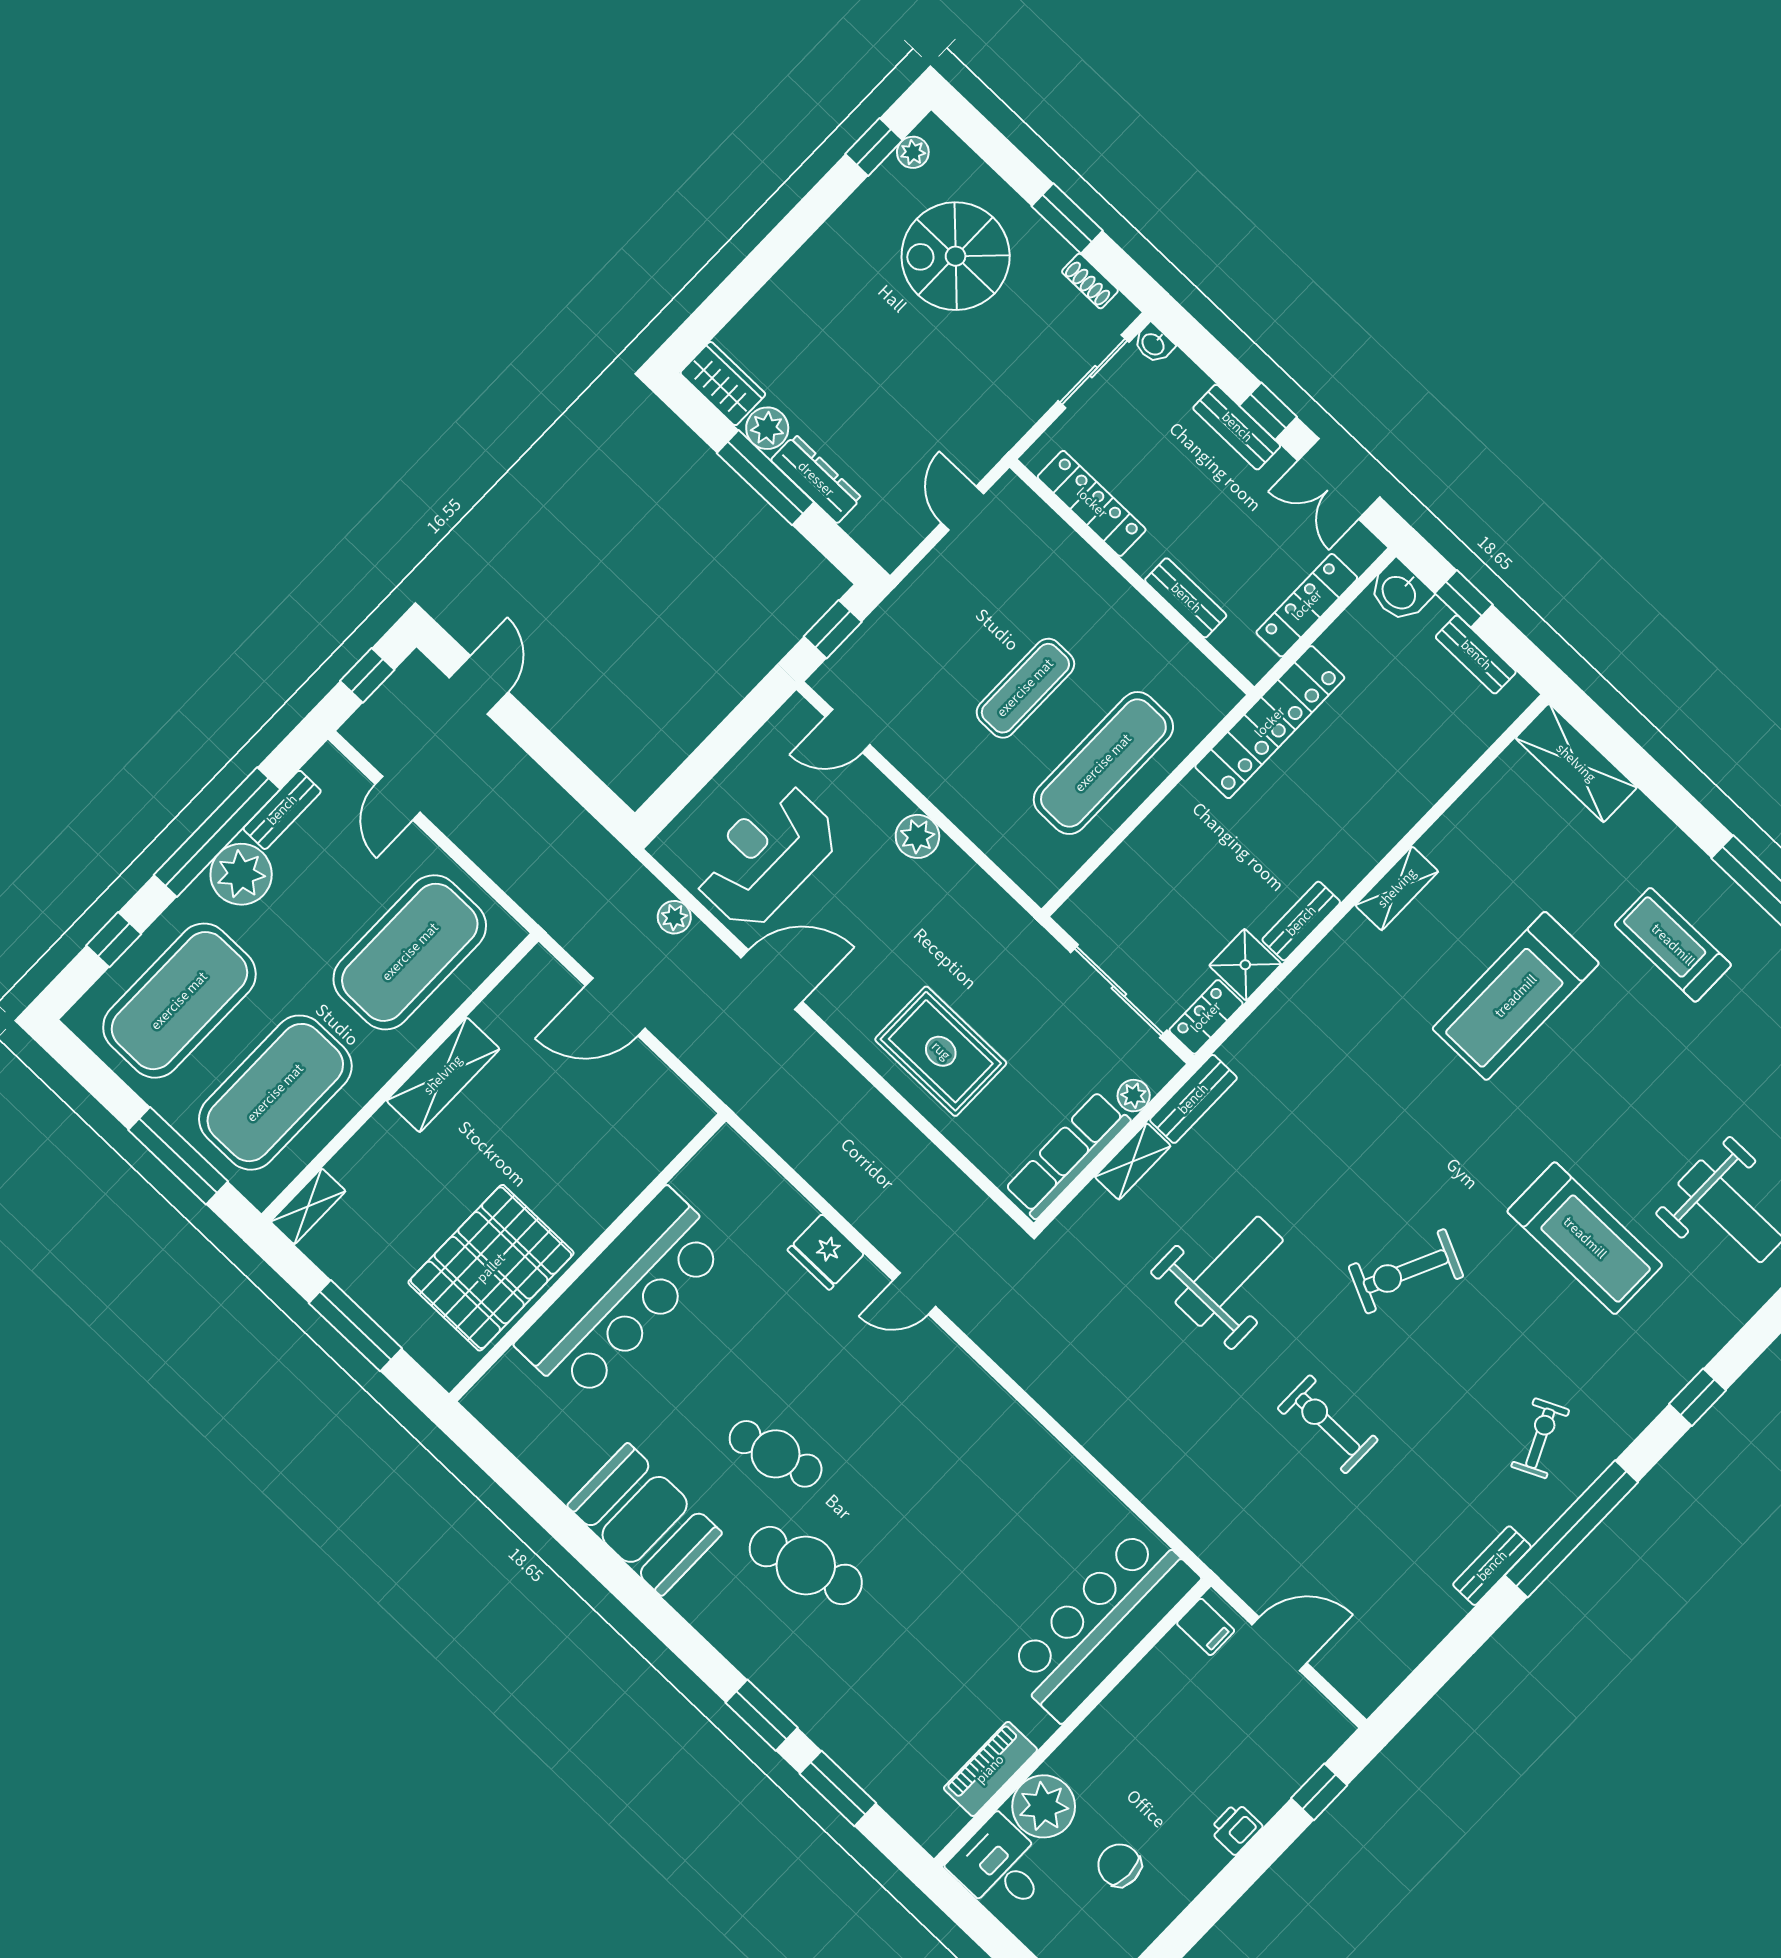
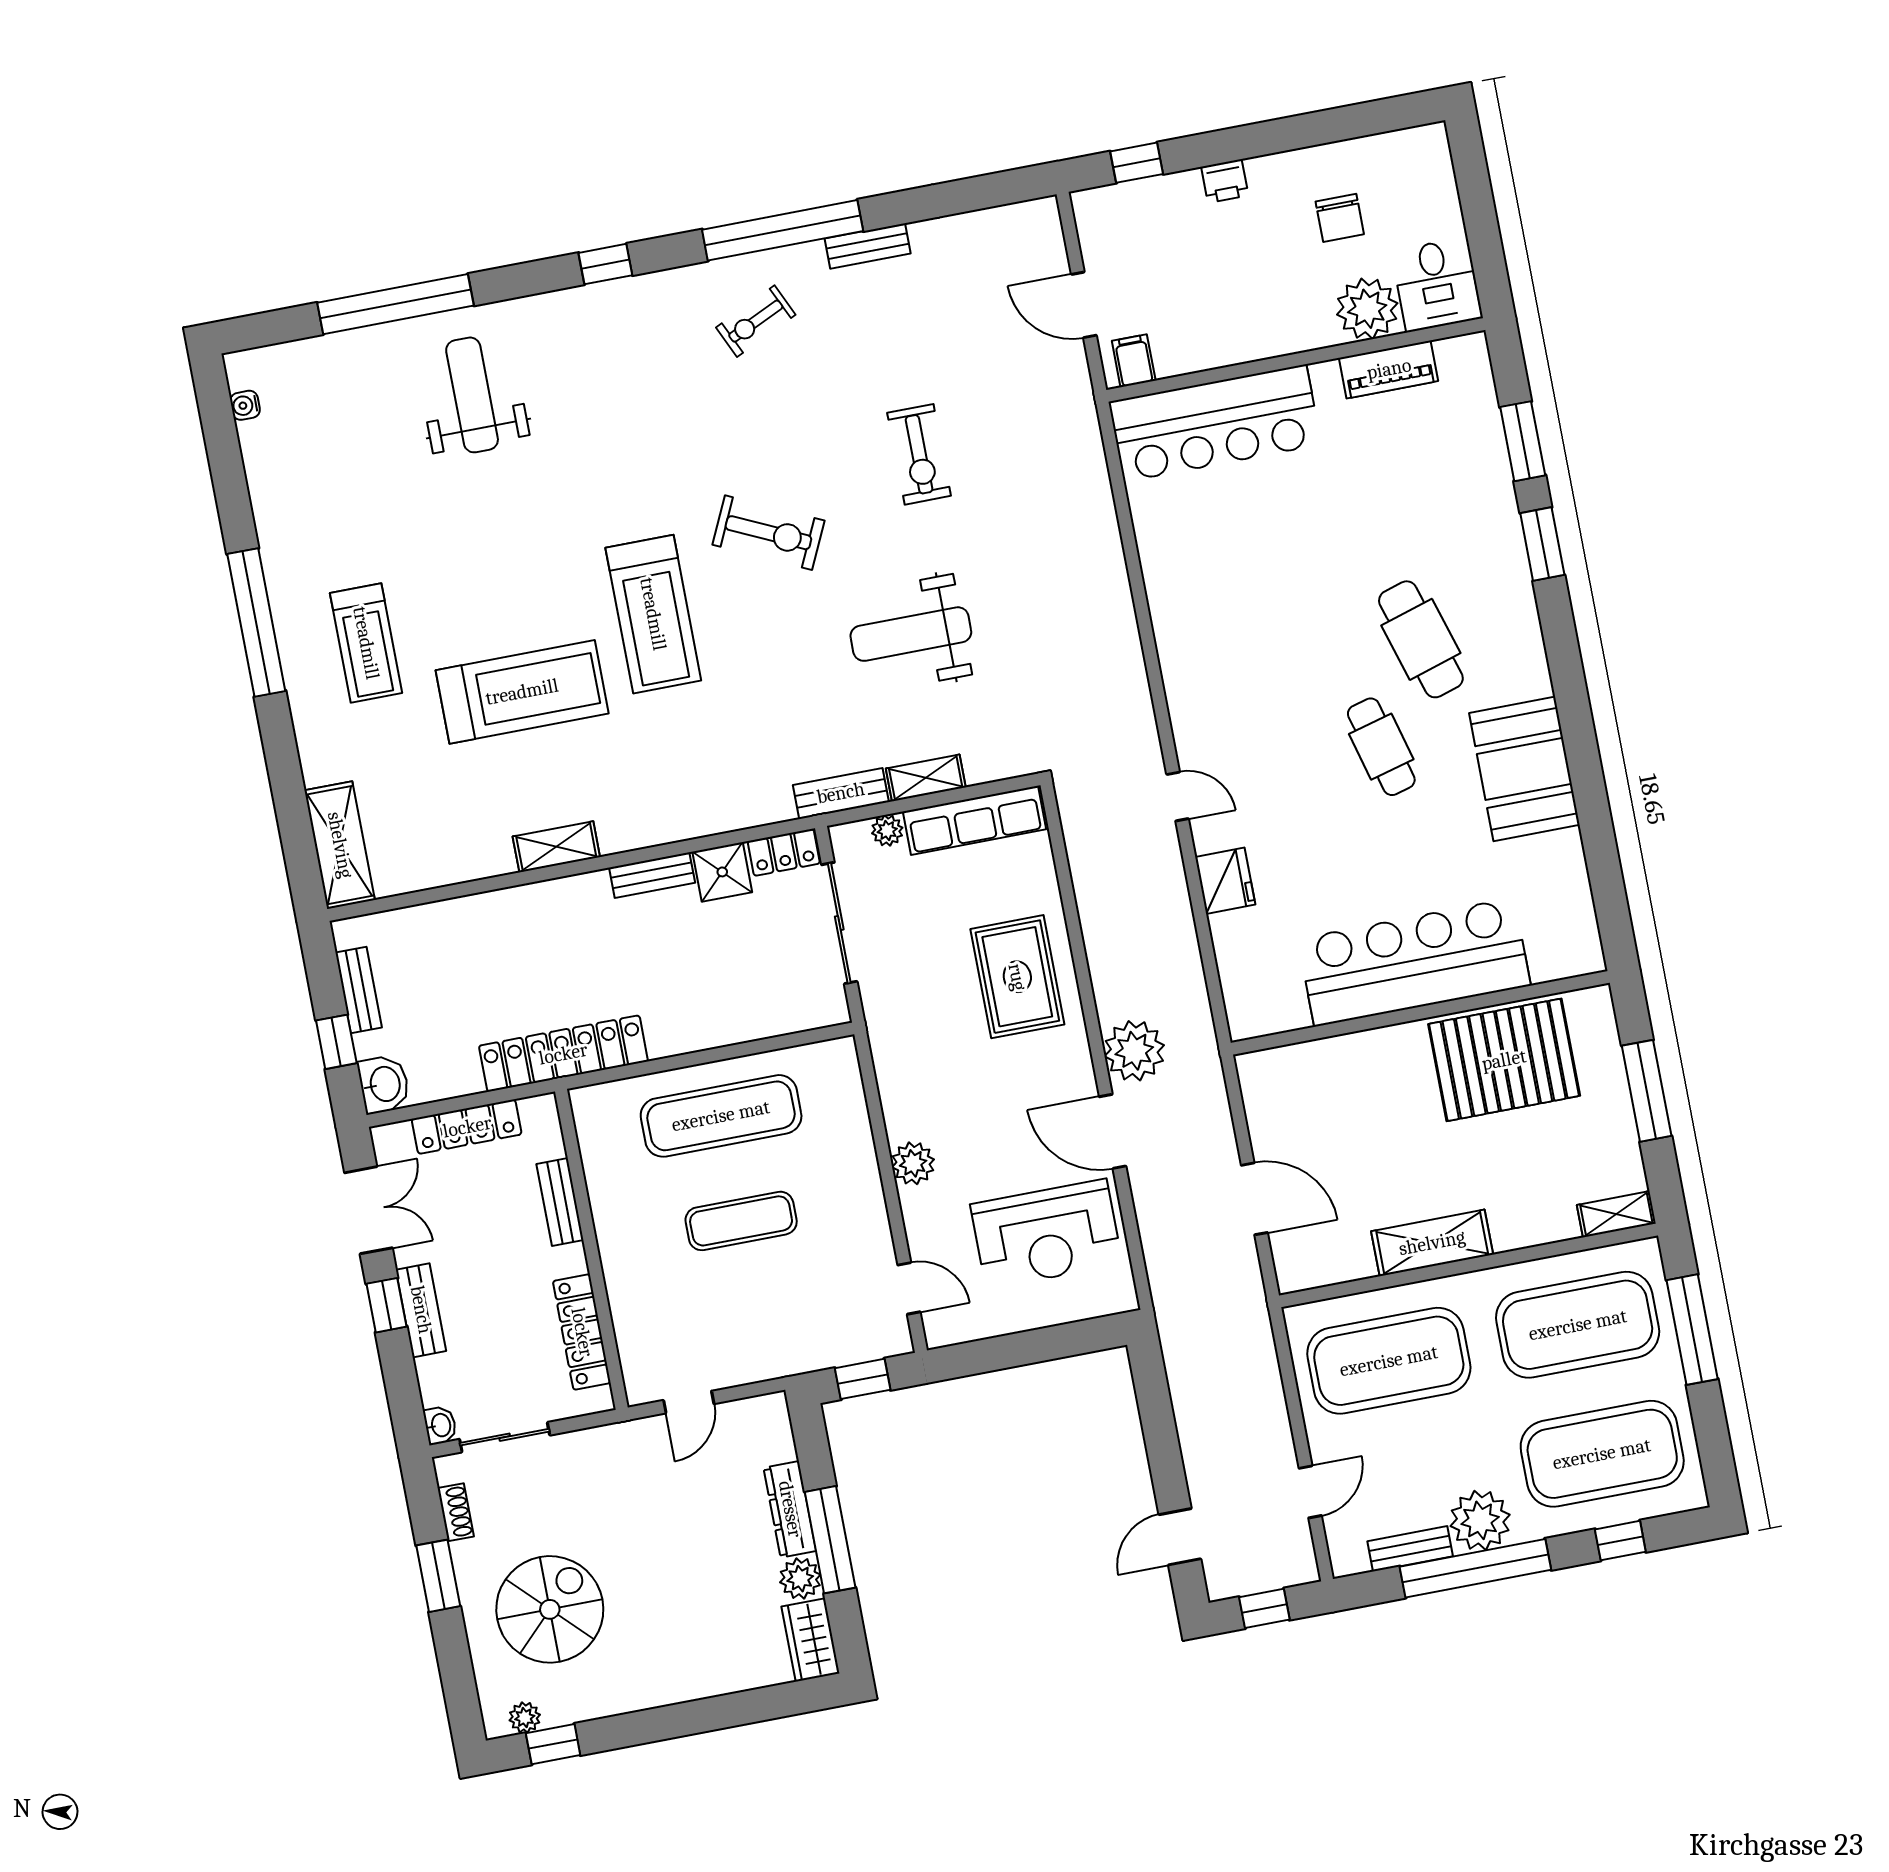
spiral stairs: (956, 256) -> (550, 1609), turned -90
plant: (674, 917) -> (1134, 1051), moved, width x1.88, depth x1.88
treadmill: (1585, 1238) -> (653, 614), moved, turned 180

